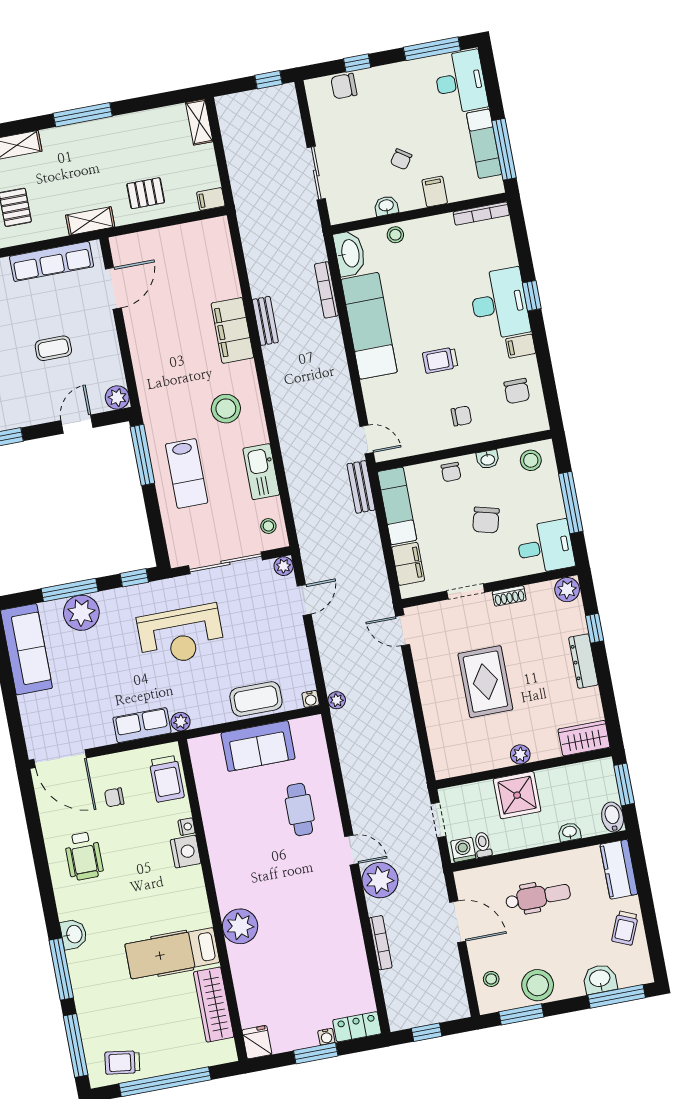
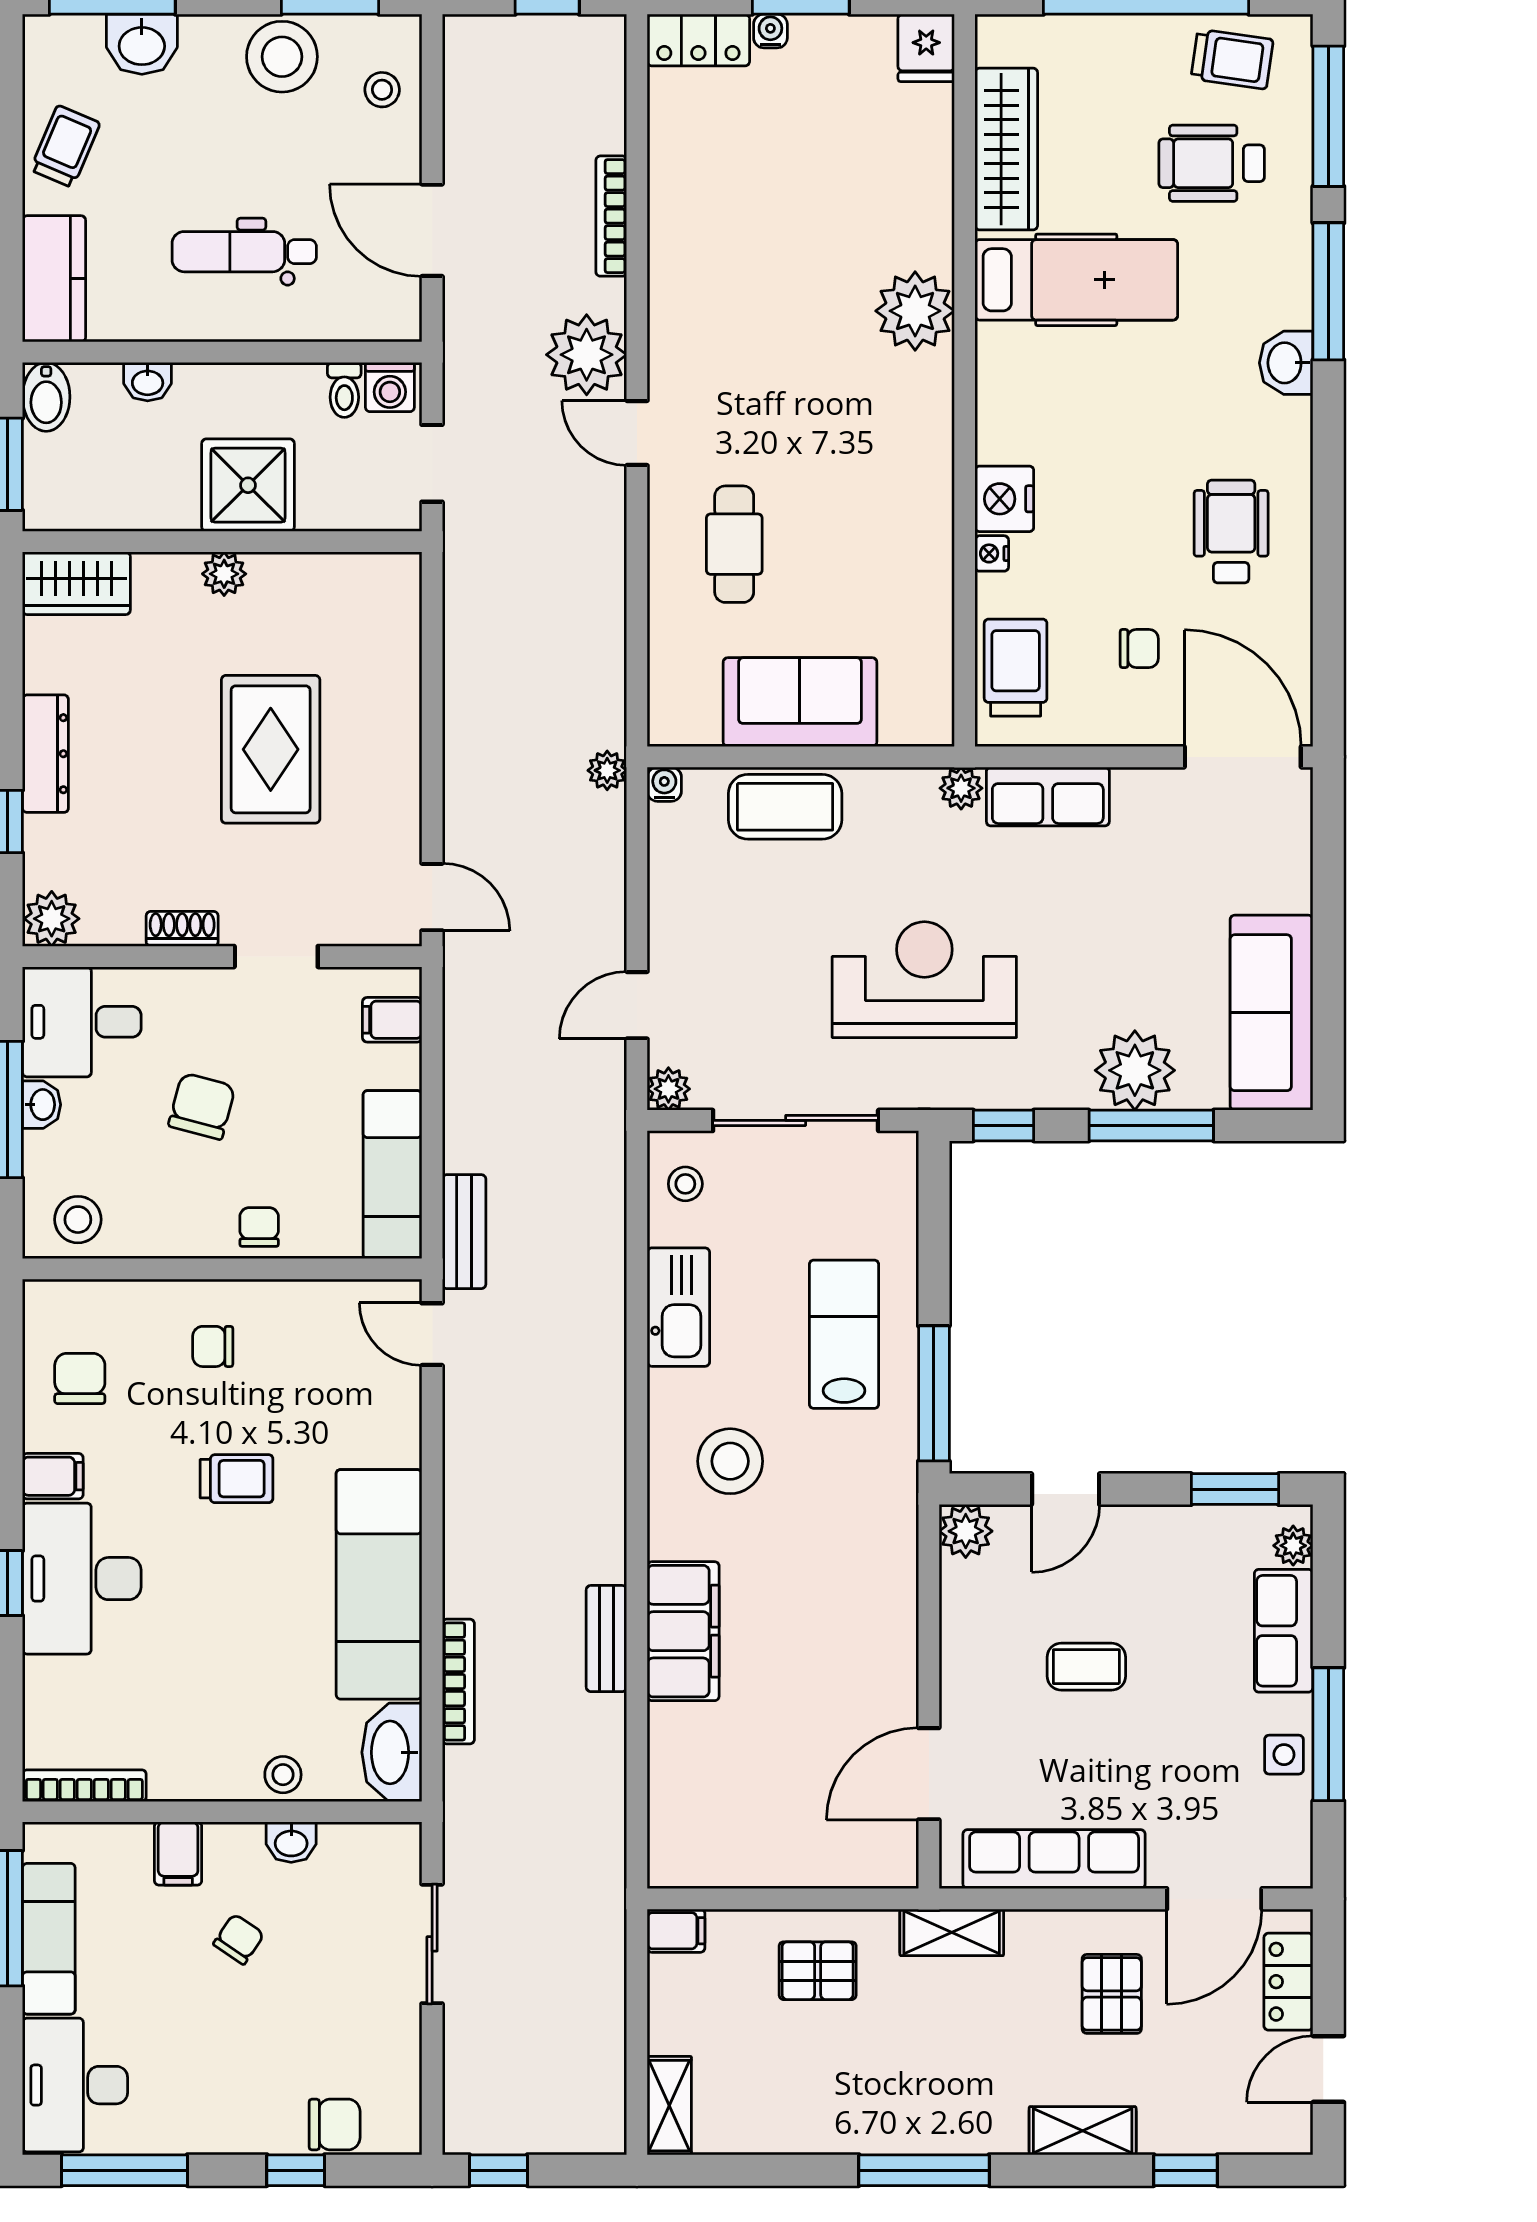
washbasin: (488, 459) -> (42, 1105), moved, turned 90
filing cabinet: (408, 564) -> (392, 1020), width x0.50
wheelchair: (123, 1015) -> (1212, 163), added

